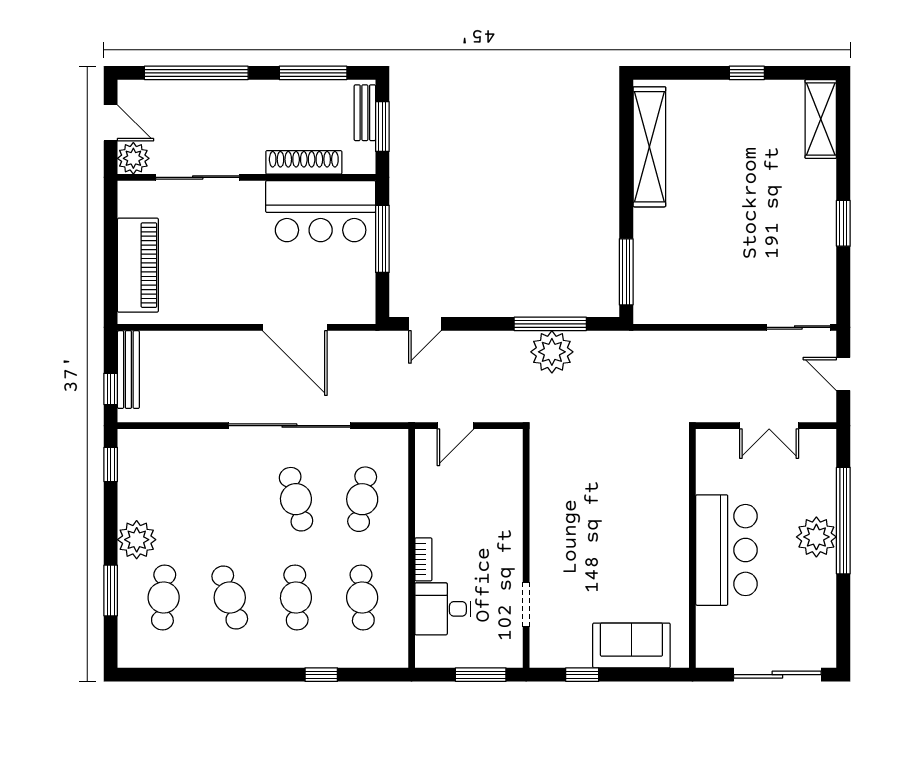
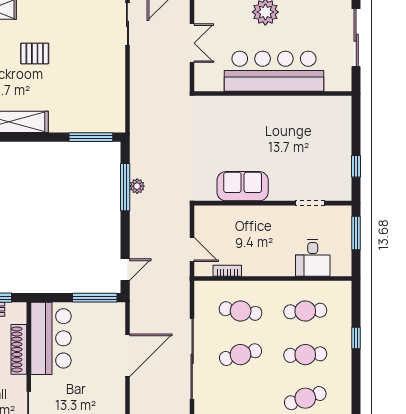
pallet: (753, 186) -> (35, 53), added
window: (382, 239) -> (95, 298), moved
door: (425, 324) -> (125, 270), hinge flipped
plant: (552, 352) -> (137, 186), width x0.53, depth x0.53
bar counter: (726, 550) -> (274, 71), width x1.36
bookcase: (423, 559) -> (227, 271), moved
sofa: (631, 645) -> (243, 186), moved, turned 90

